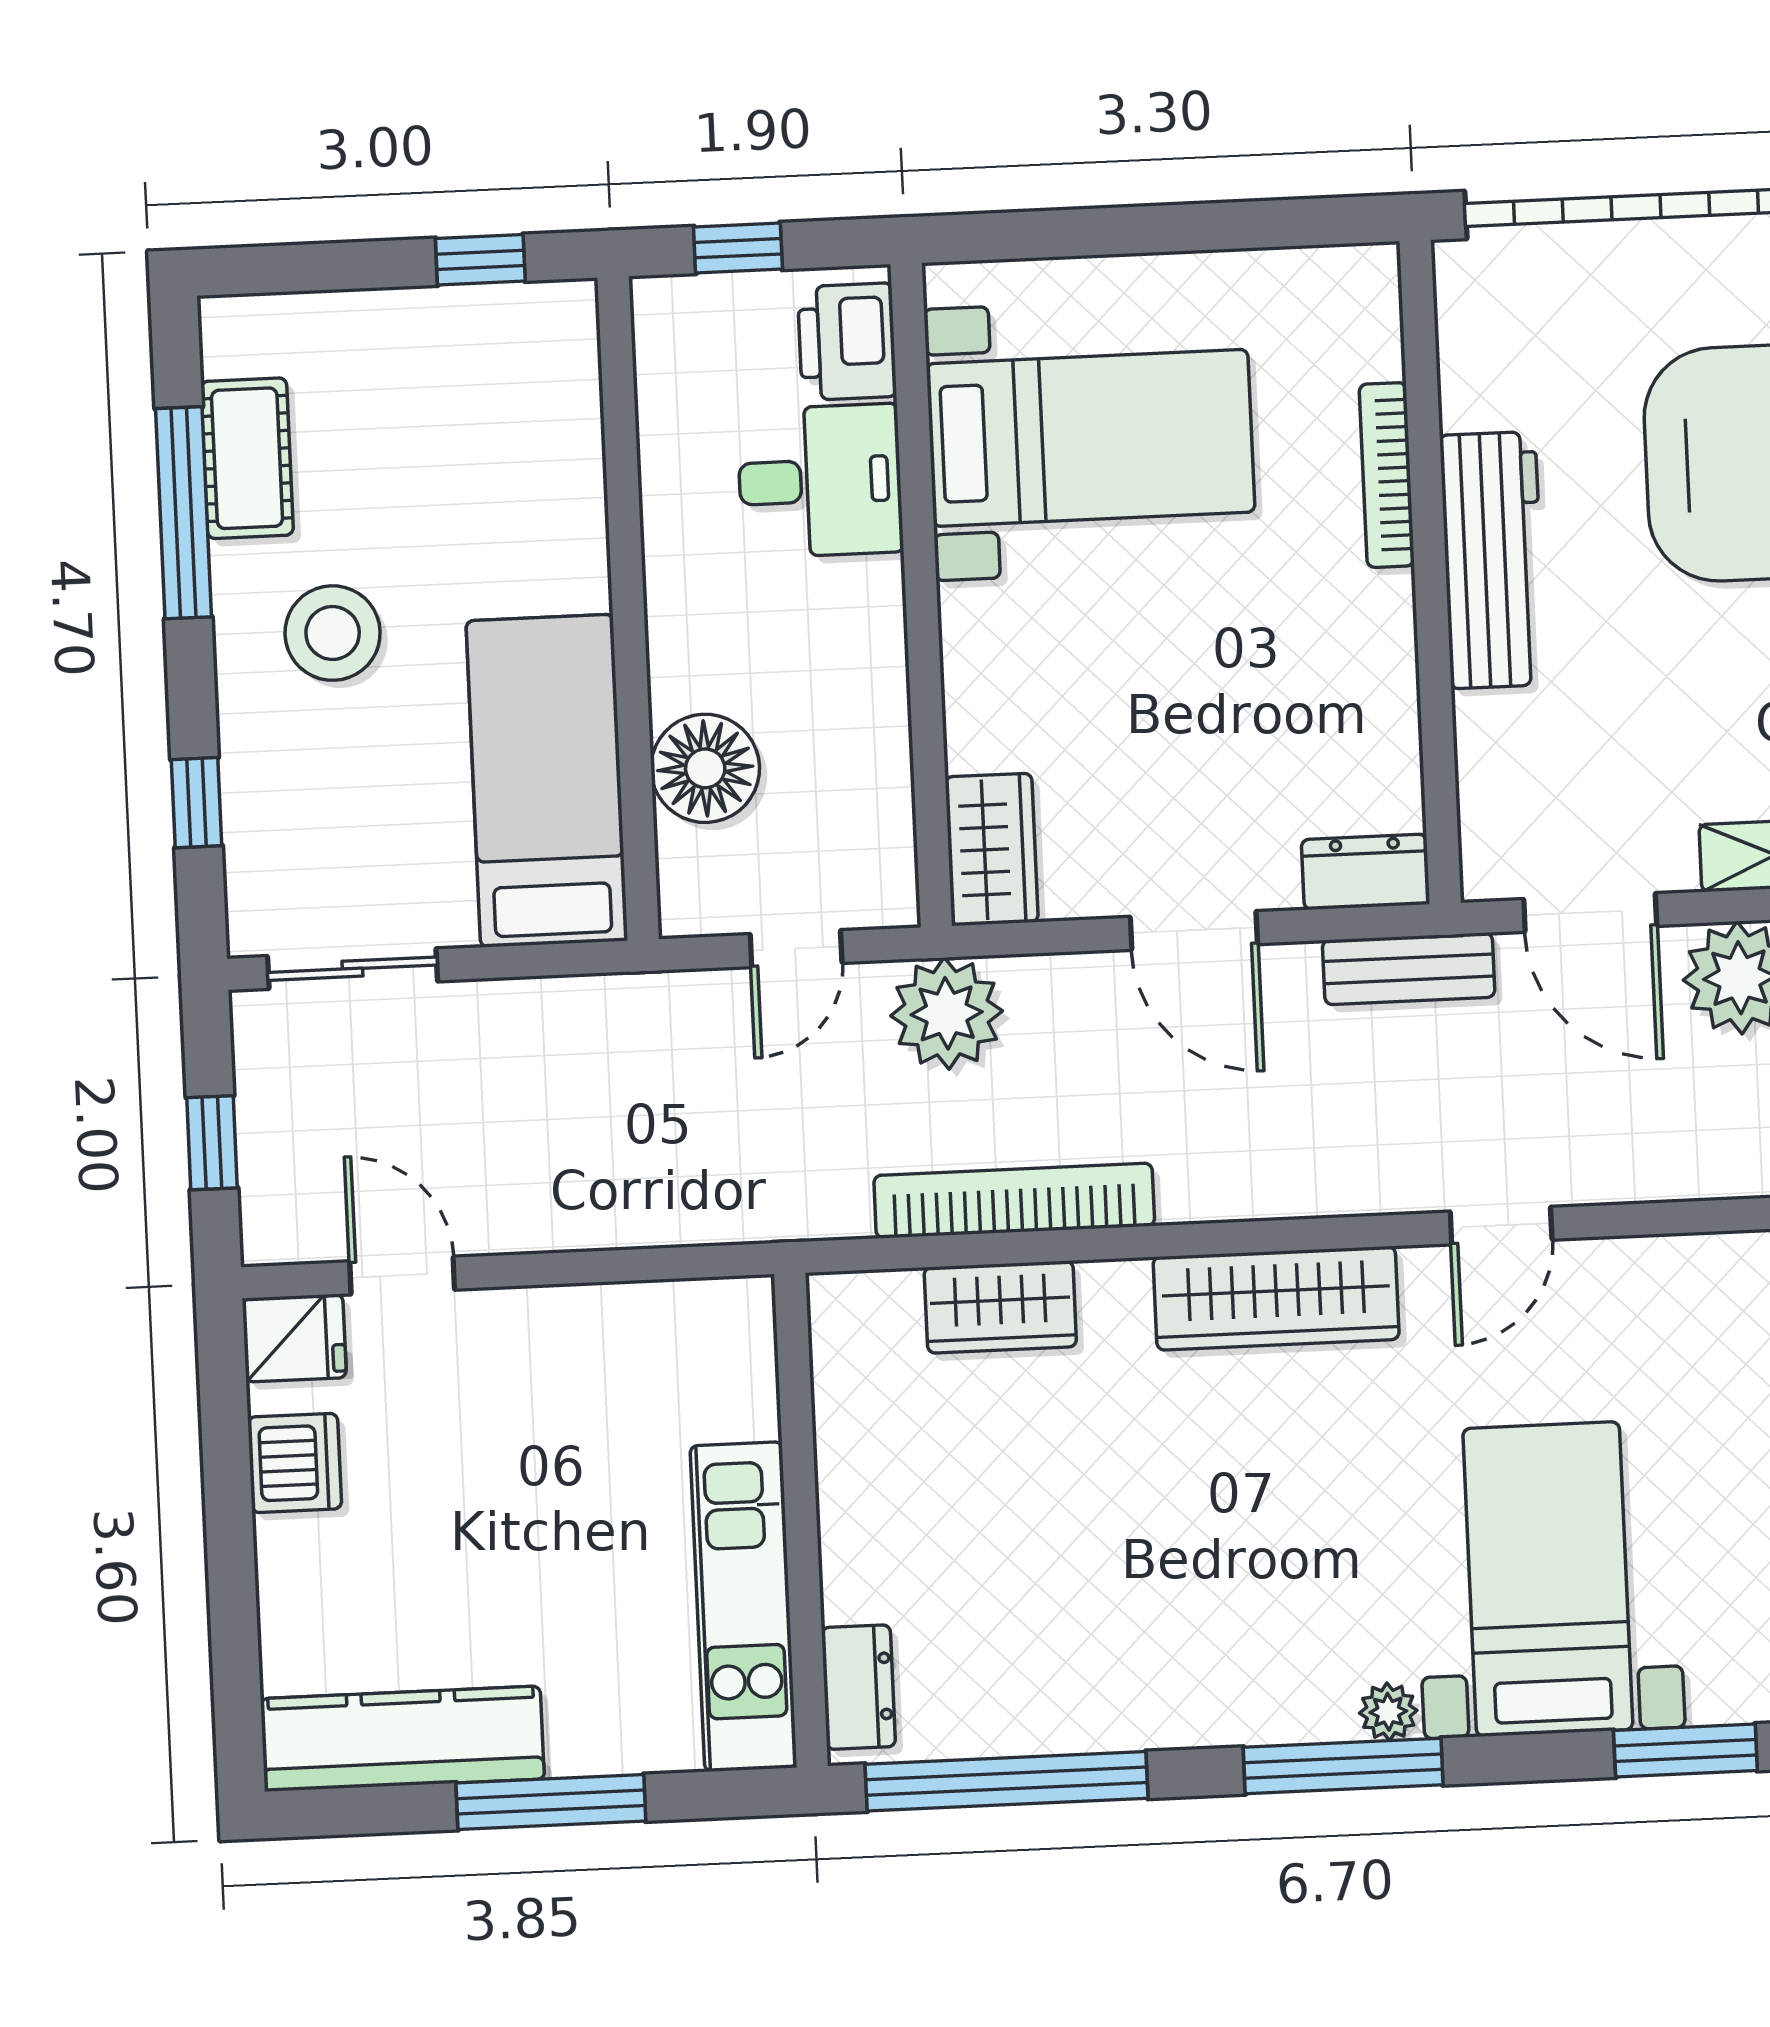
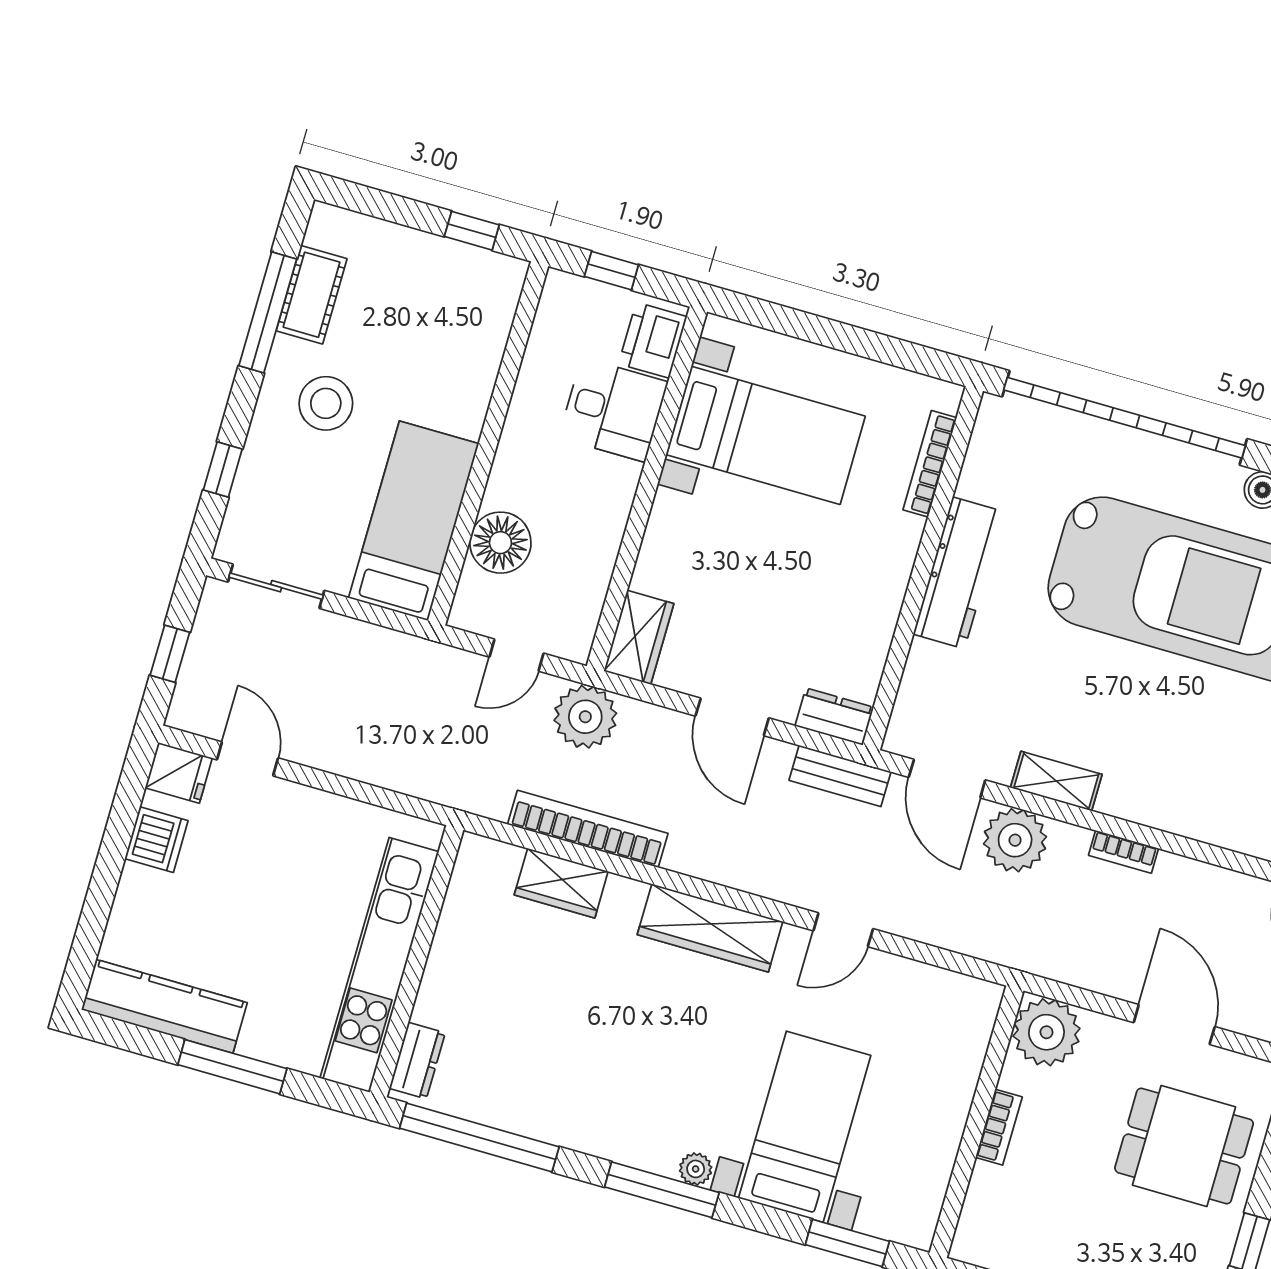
bookcase: (1387, 475) -> (930, 464), moved
kitchen unit: (743, 1607) -> (379, 965), width x1.36

